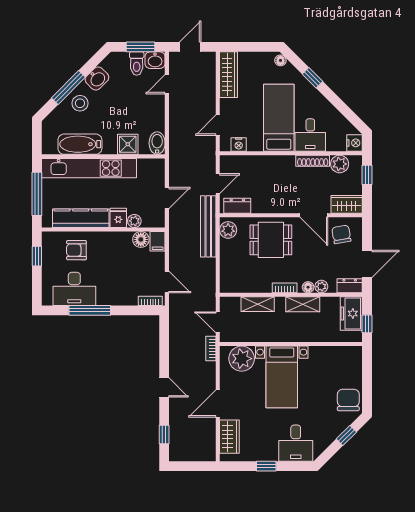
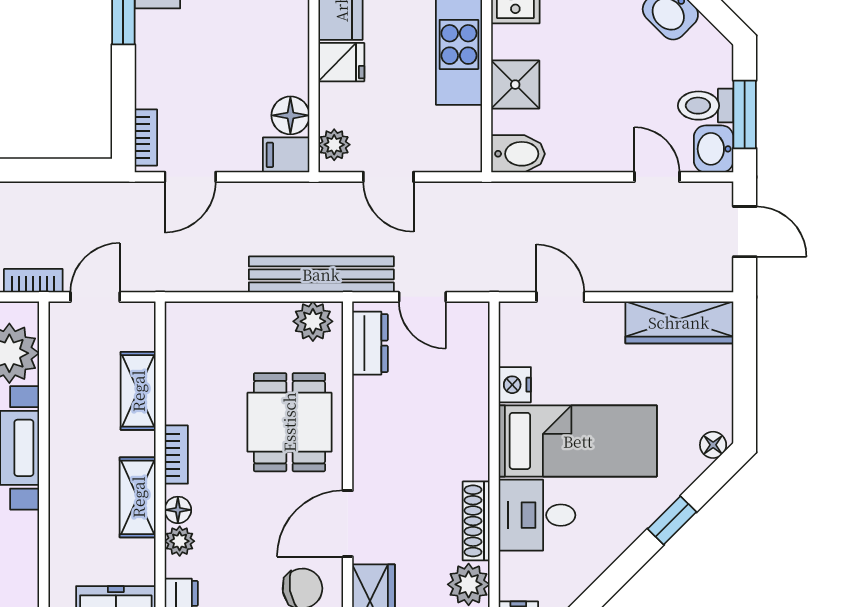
nightstand: (239, 144) -> (515, 385), moved
plant: (134, 221) -> (334, 145), moved

